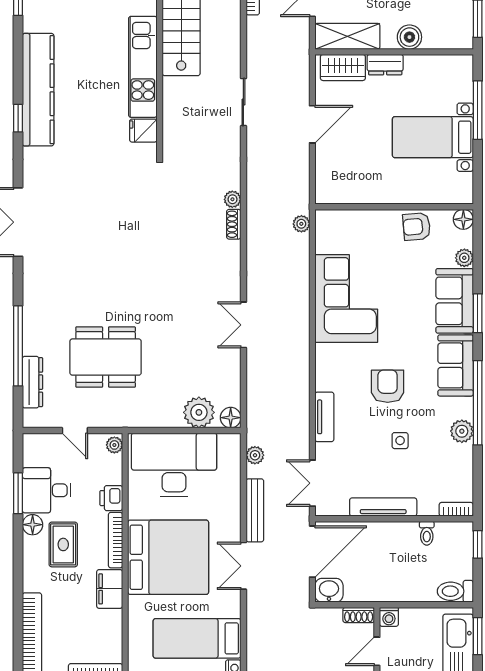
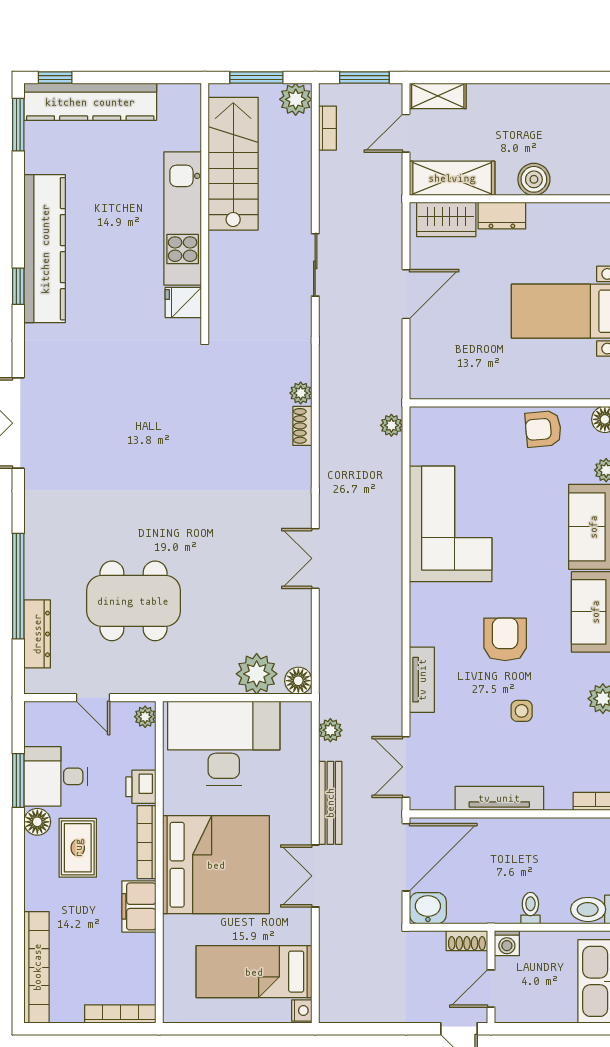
toilet: (427, 533) -> (530, 908), moved, turned 180

